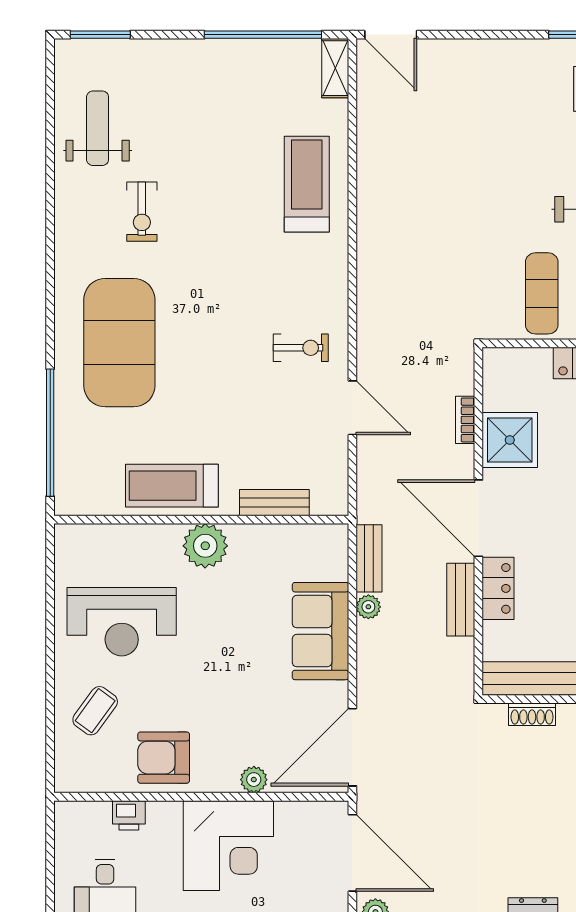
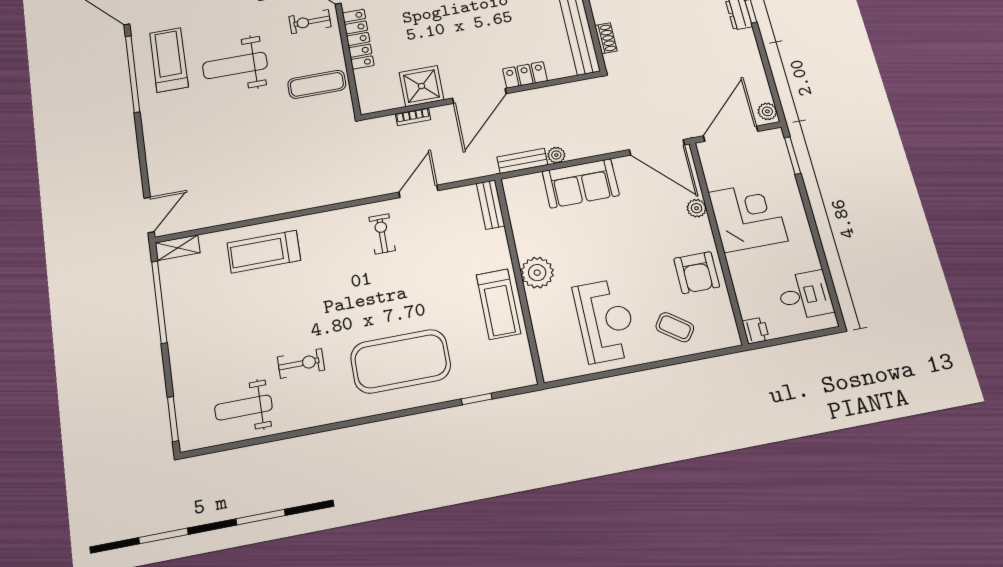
window: (50, 433) -> (477, 399), width x0.32
bench: (274, 503) -> (491, 205), moved
bench: (461, 600) -> (538, 97), removed
printer: (129, 815) -> (756, 331), moved

